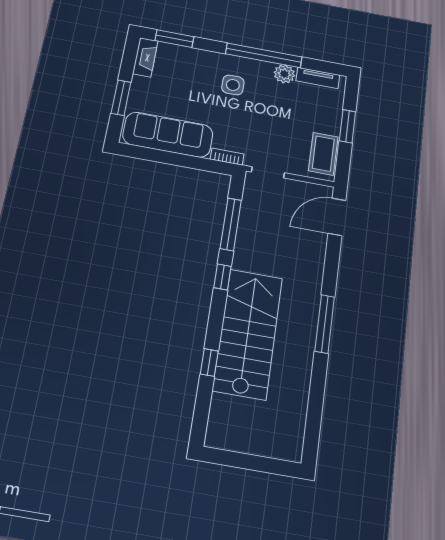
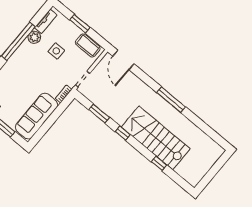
side table: (233, 85) -> (56, 51), moved
window: (231, 224) -> (99, 114), width x0.69

